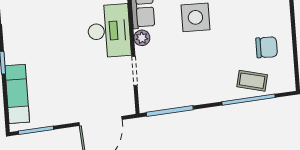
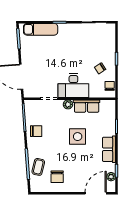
chair: (191, 89) -> (36, 131), added

